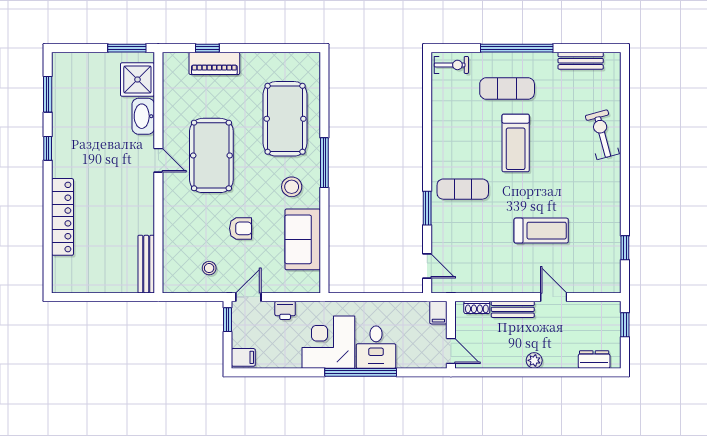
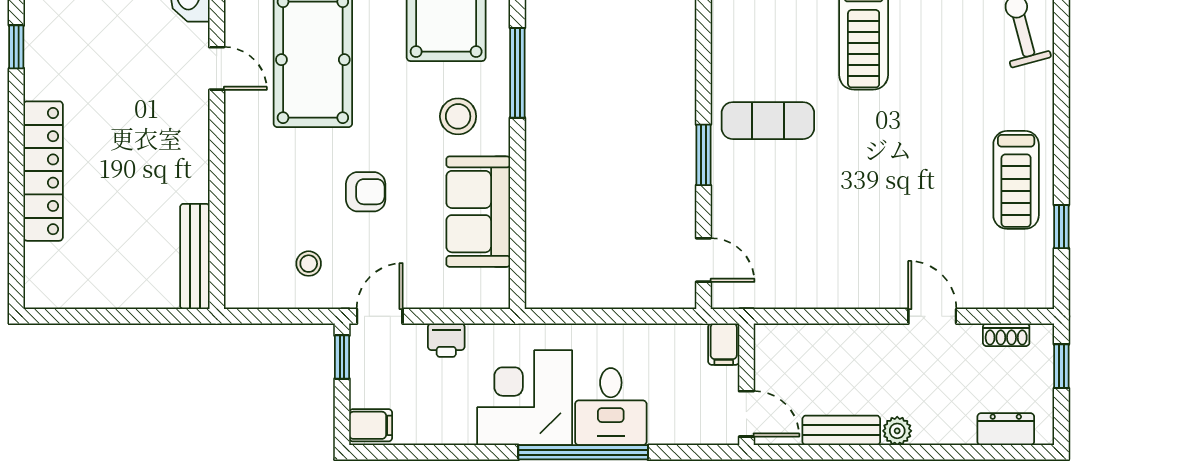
treadmill: (541, 231) -> (1016, 180), moved, turned 90
shoe rack: (477, 307) -> (1006, 335), moved
bench: (513, 309) -> (841, 430), moved

